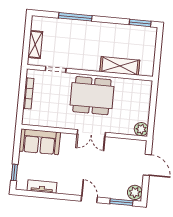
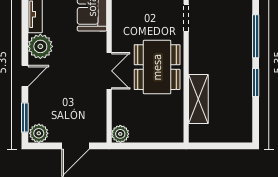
window: (140, 23) -> (256, 83), moved
double door: (91, 133) -> (109, 71), swing flipped
plant: (67, 185) -> (40, 46), added

